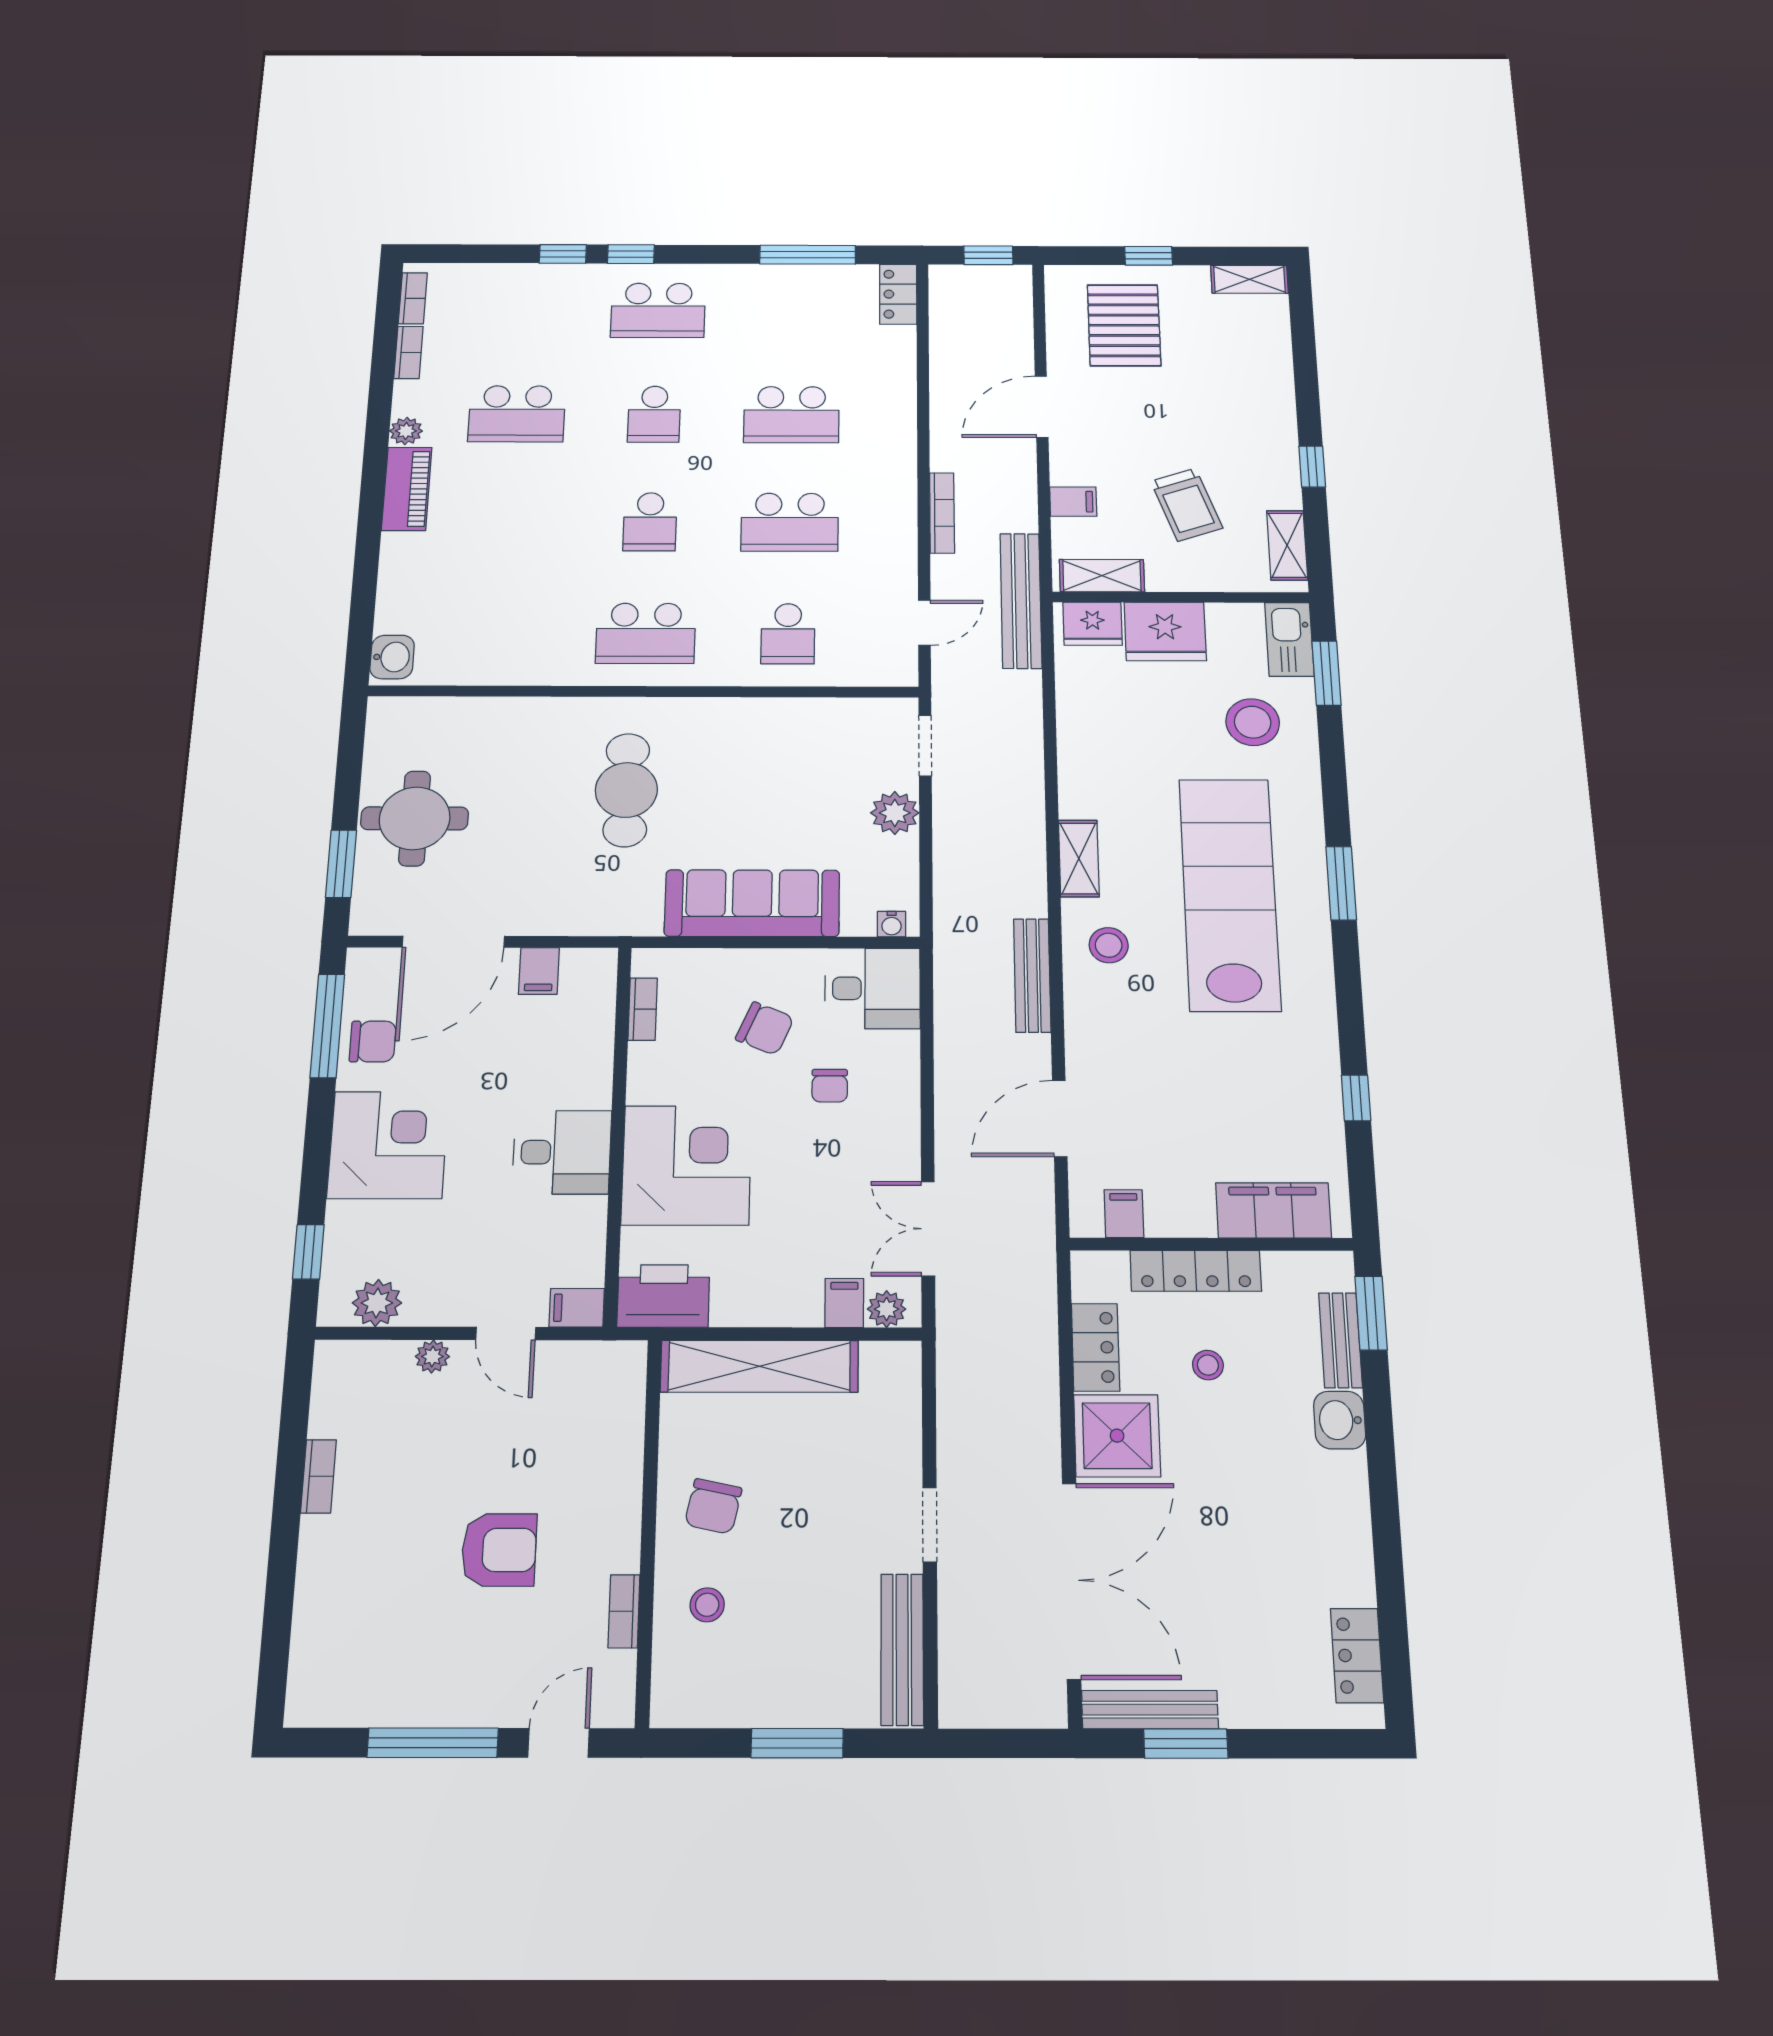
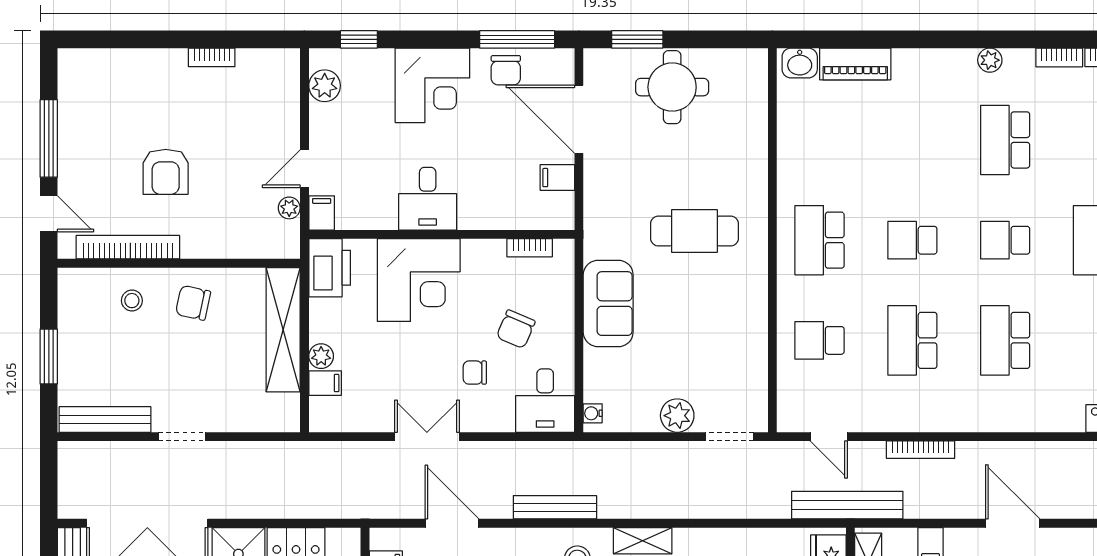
piano: (407, 489) -> (855, 64), moved
sofa: (752, 903) -> (608, 304), width x0.73
double door: (928, 1229) -> (427, 437), moved
plant: (887, 1309) -> (321, 356), moved
plant: (432, 1357) -> (289, 208), moved
bookcase: (624, 1611) -> (128, 247), width x2.31, depth x1.31

